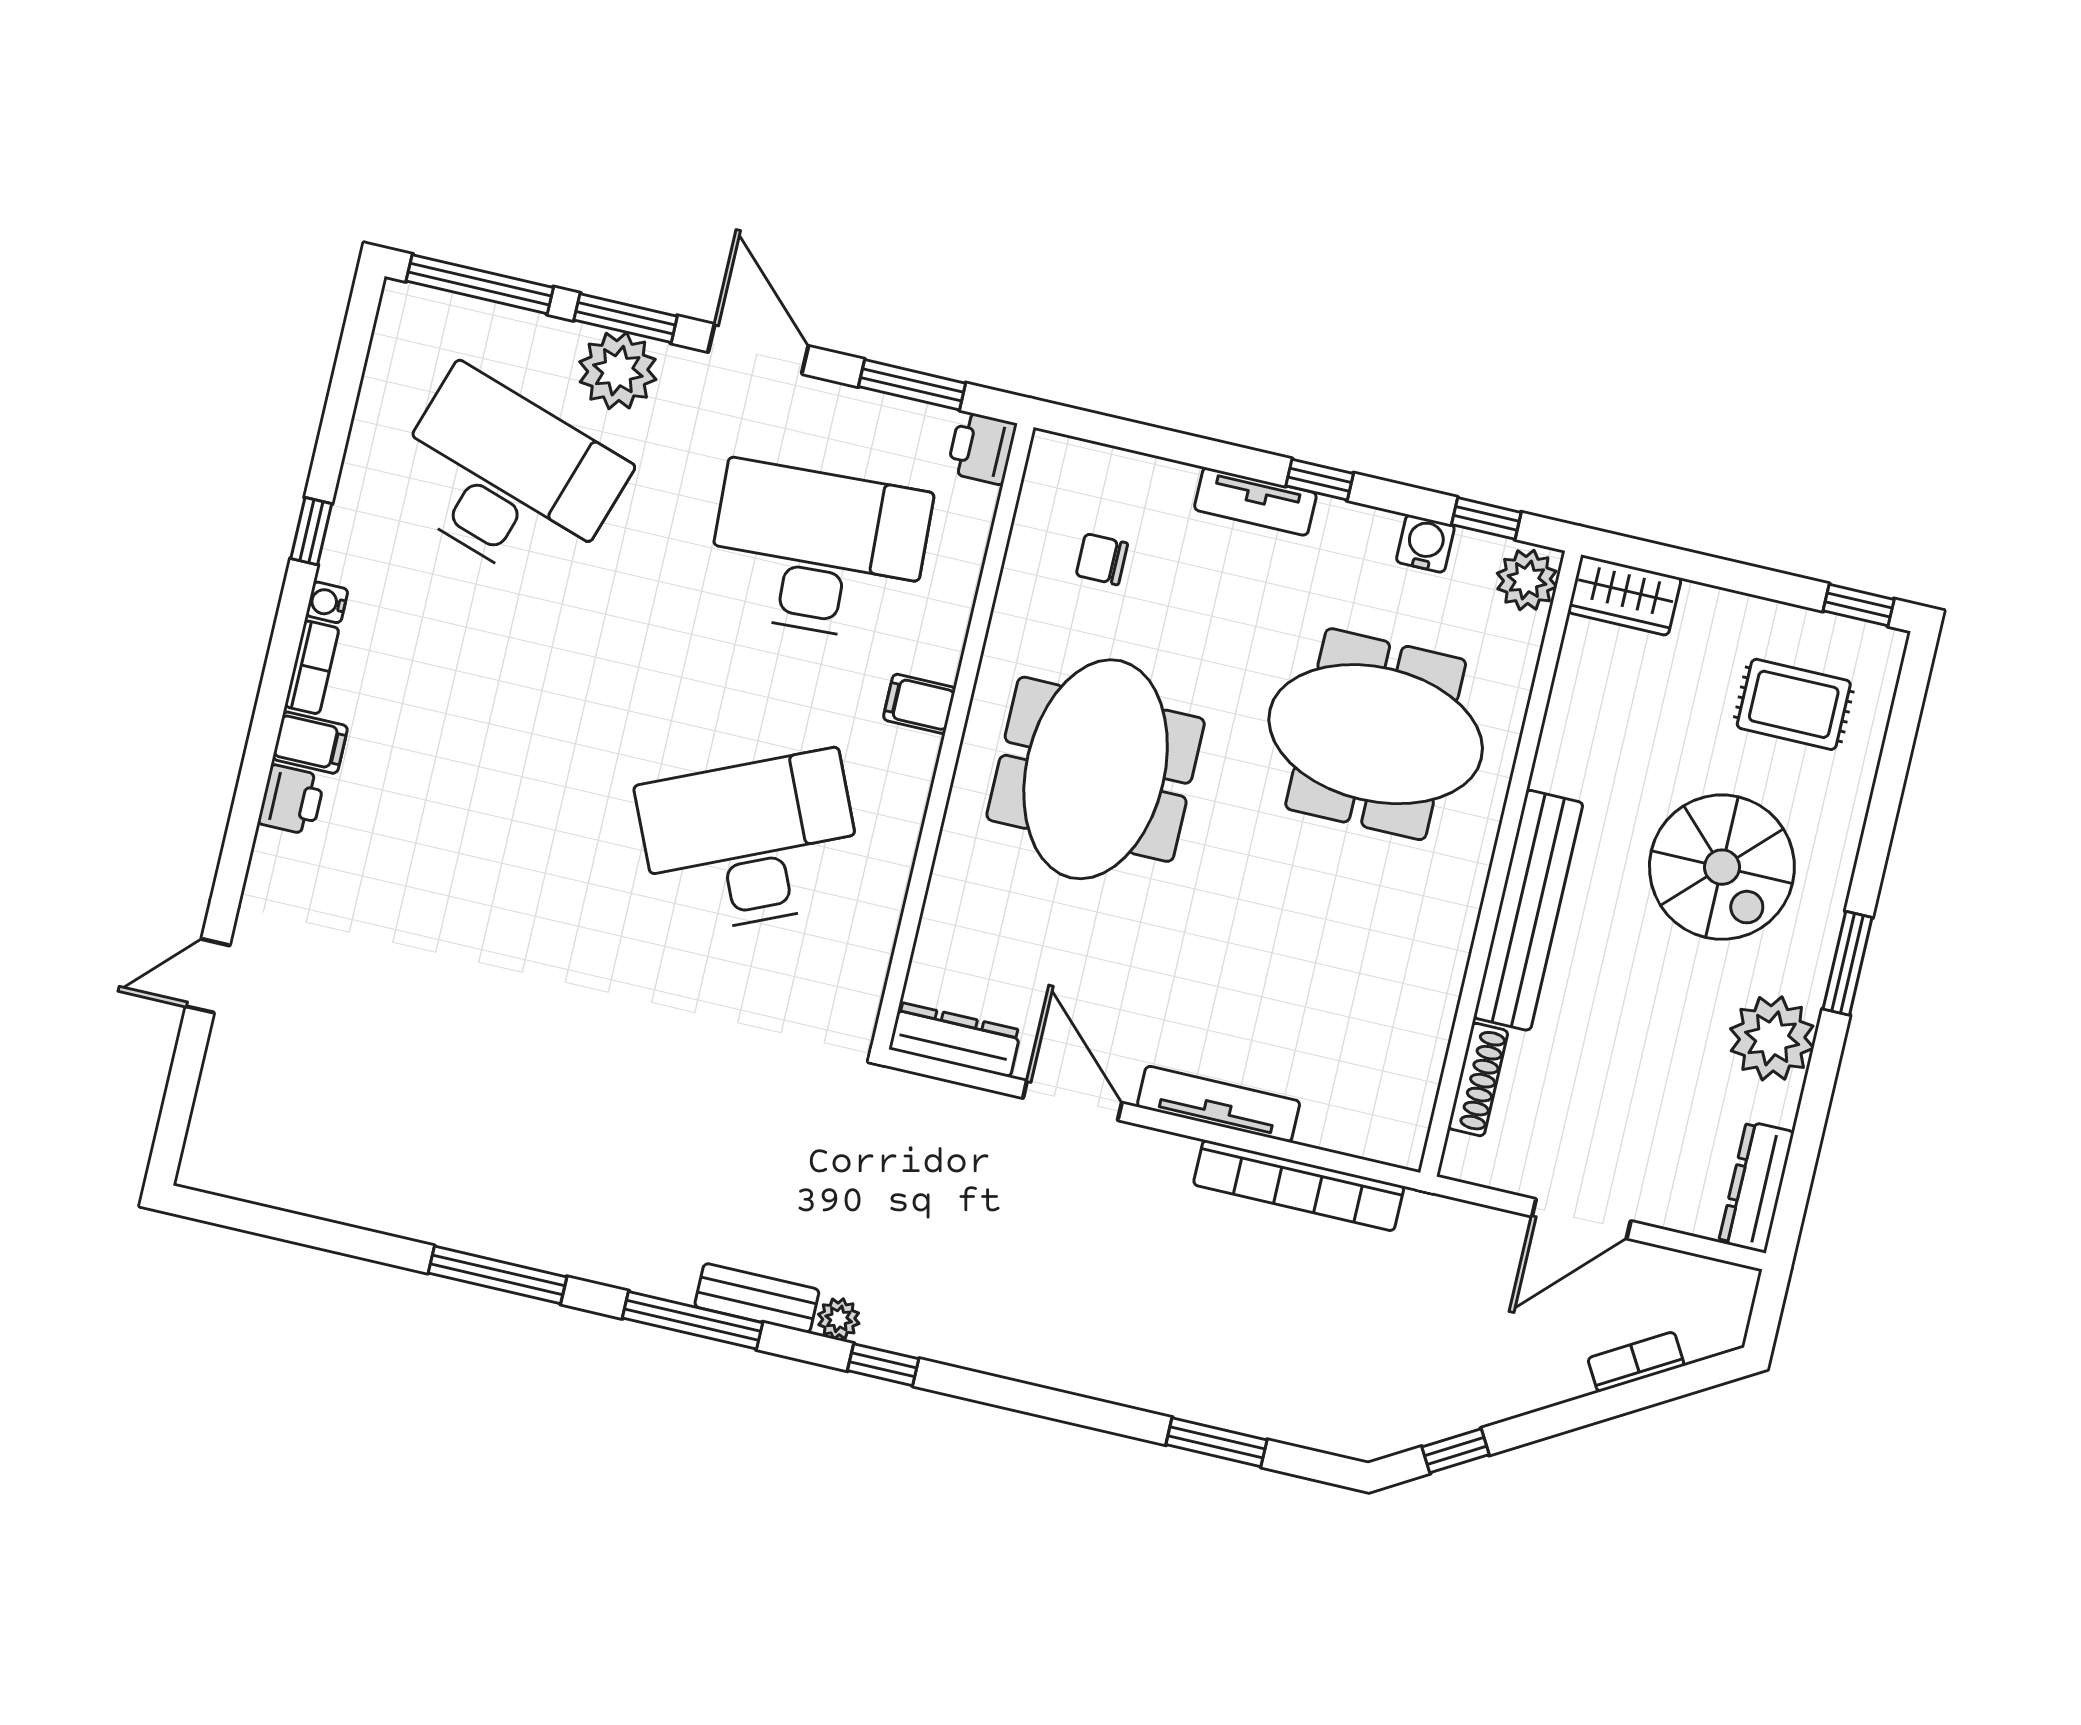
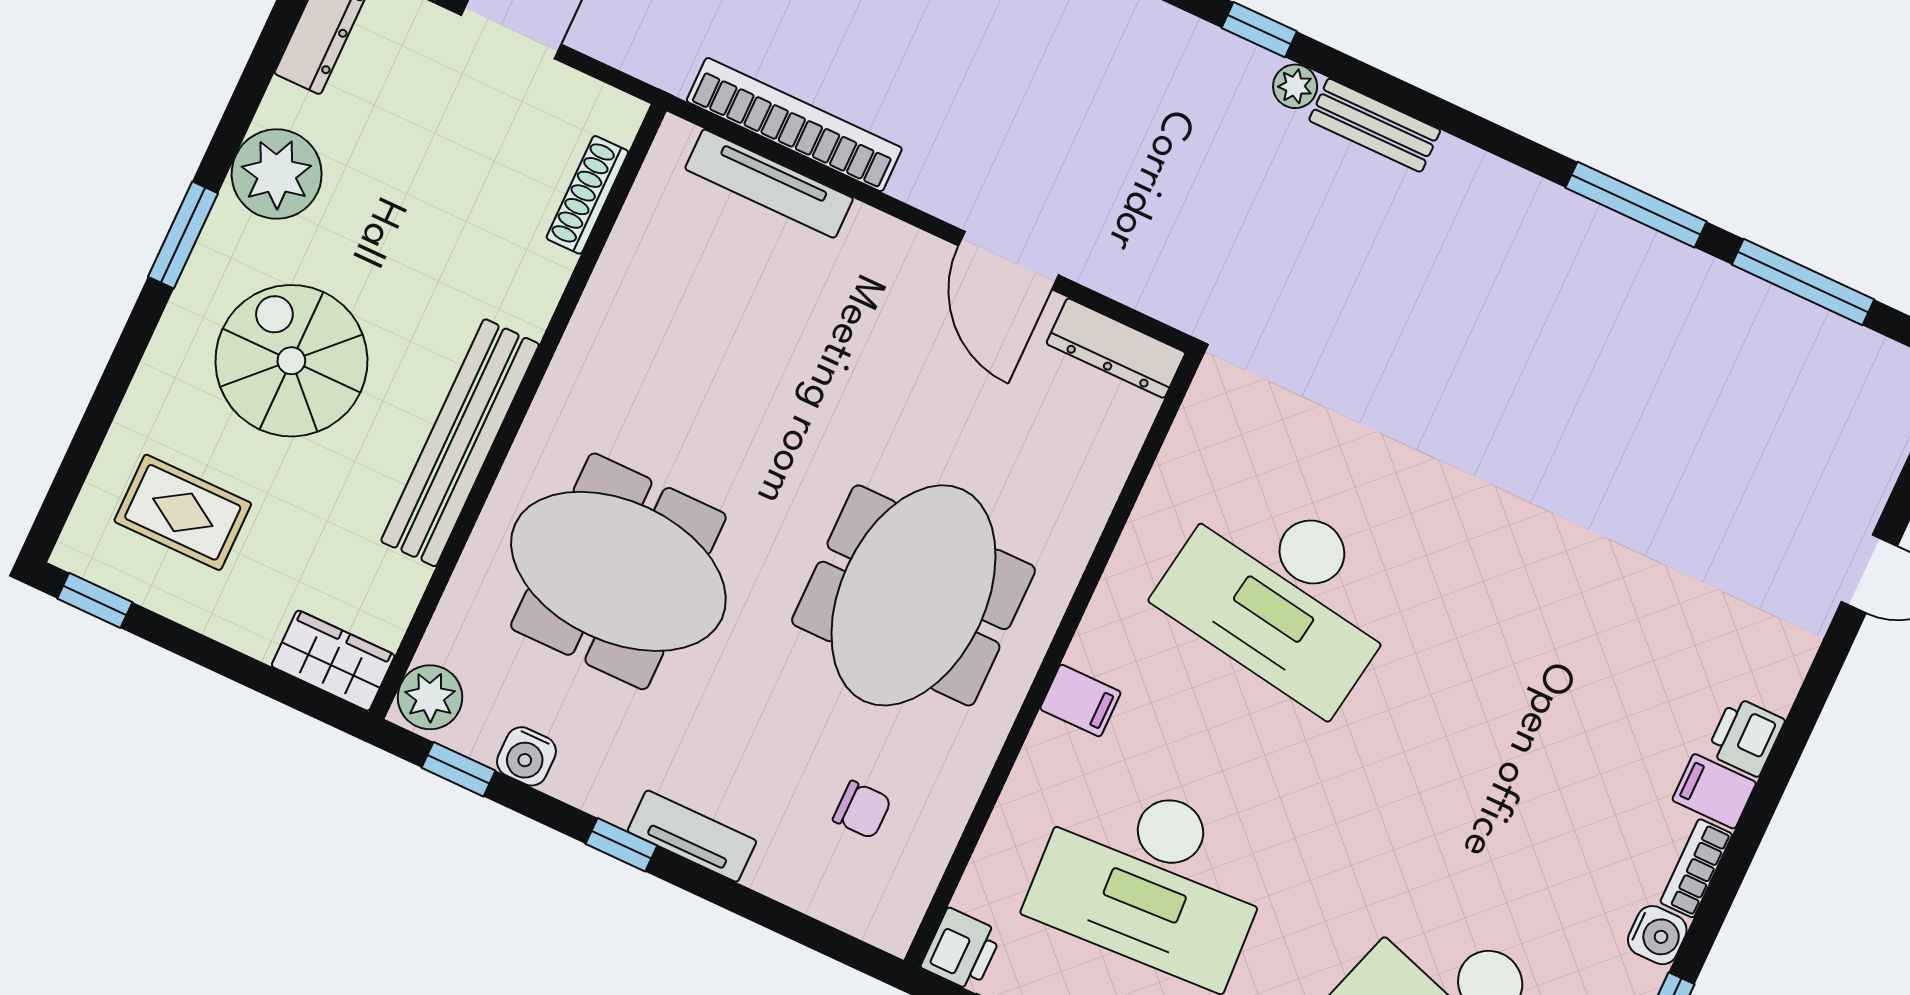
water cooler: (327, 602) -> (1657, 935), width x1.38, depth x1.38
desk: (750, 843) -> (1284, 594), turned 33
bench: (1528, 910) -> (460, 443), moved
tv unit: (1219, 1104) -> (769, 184), moved
window: (693, 1320) -> (1803, 282), moved

